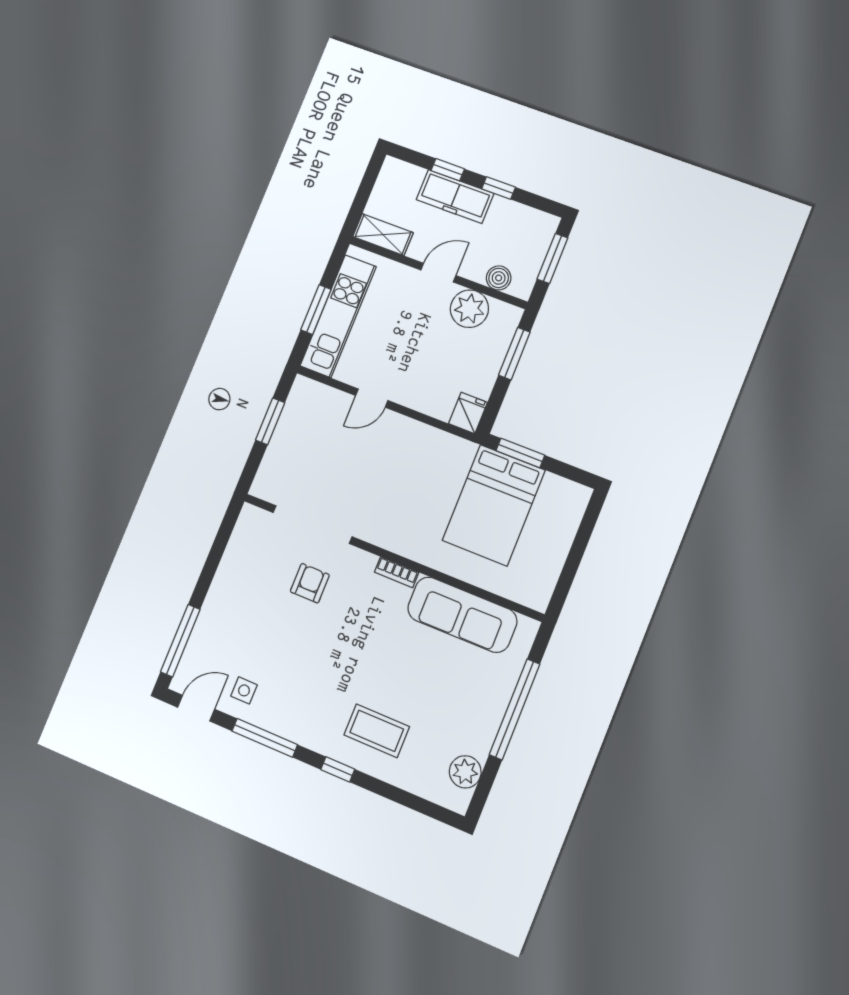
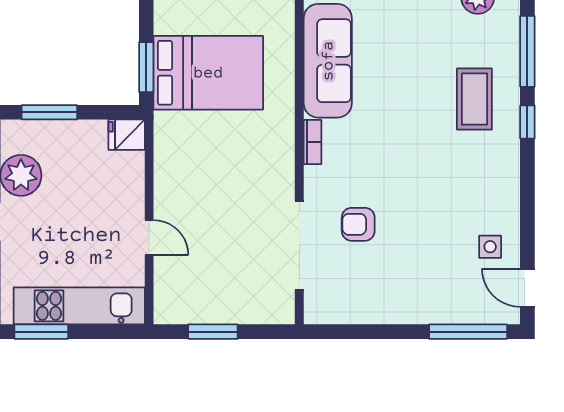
window: (316, 310) -> (41, 332), moved
window: (265, 738) -> (527, 51), moved

